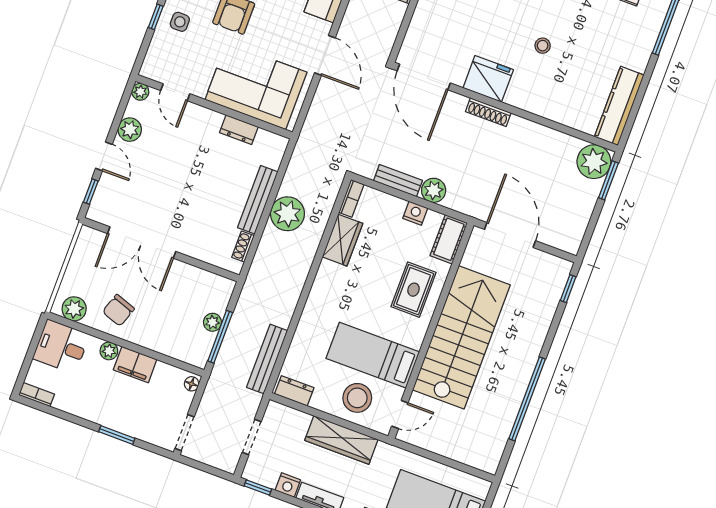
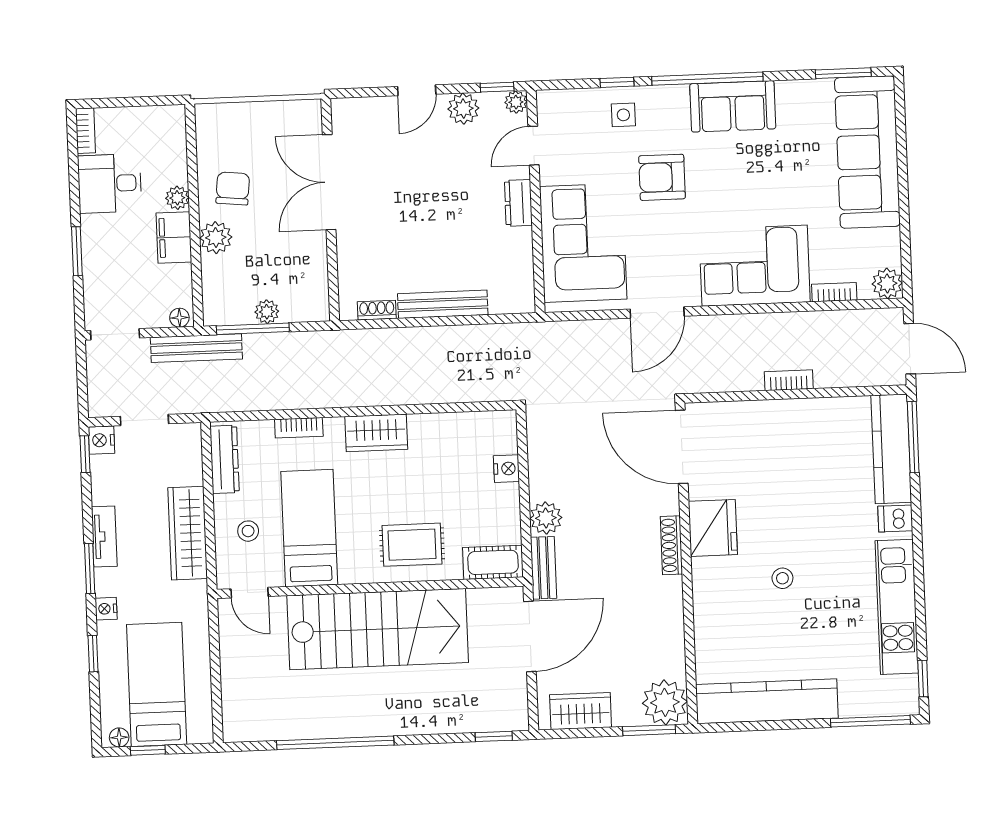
door: (424, 77) -> (682, 447), hinge flipped
kitchen counter: (619, 106) -> (767, 701), width x1.39, depth x1.17
dresser: (239, 130) -> (518, 203), moved
bench: (398, 181) -> (543, 568), moved
window: (91, 192) -> (497, 87), moved
bookcase: (351, 198) -> (299, 428), moved
nightstand: (415, 213) -> (506, 469), moved
plant: (287, 214) -> (441, 348), removed
wardrobe: (576, 222) -> (581, 711), added
wardrobe: (342, 240) -> (376, 433), moved
plant: (74, 309) -> (216, 238), moved
chair: (118, 310) -> (233, 188), turned 77
desk: (61, 347) -> (110, 183), moved, turned -90
bench: (267, 359) -> (196, 348), moved
dresser: (294, 391) -> (225, 459), width x1.44
stool: (357, 398) -> (248, 531), width x0.53, depth x0.53
nightstand: (288, 485) -> (102, 440), moved

